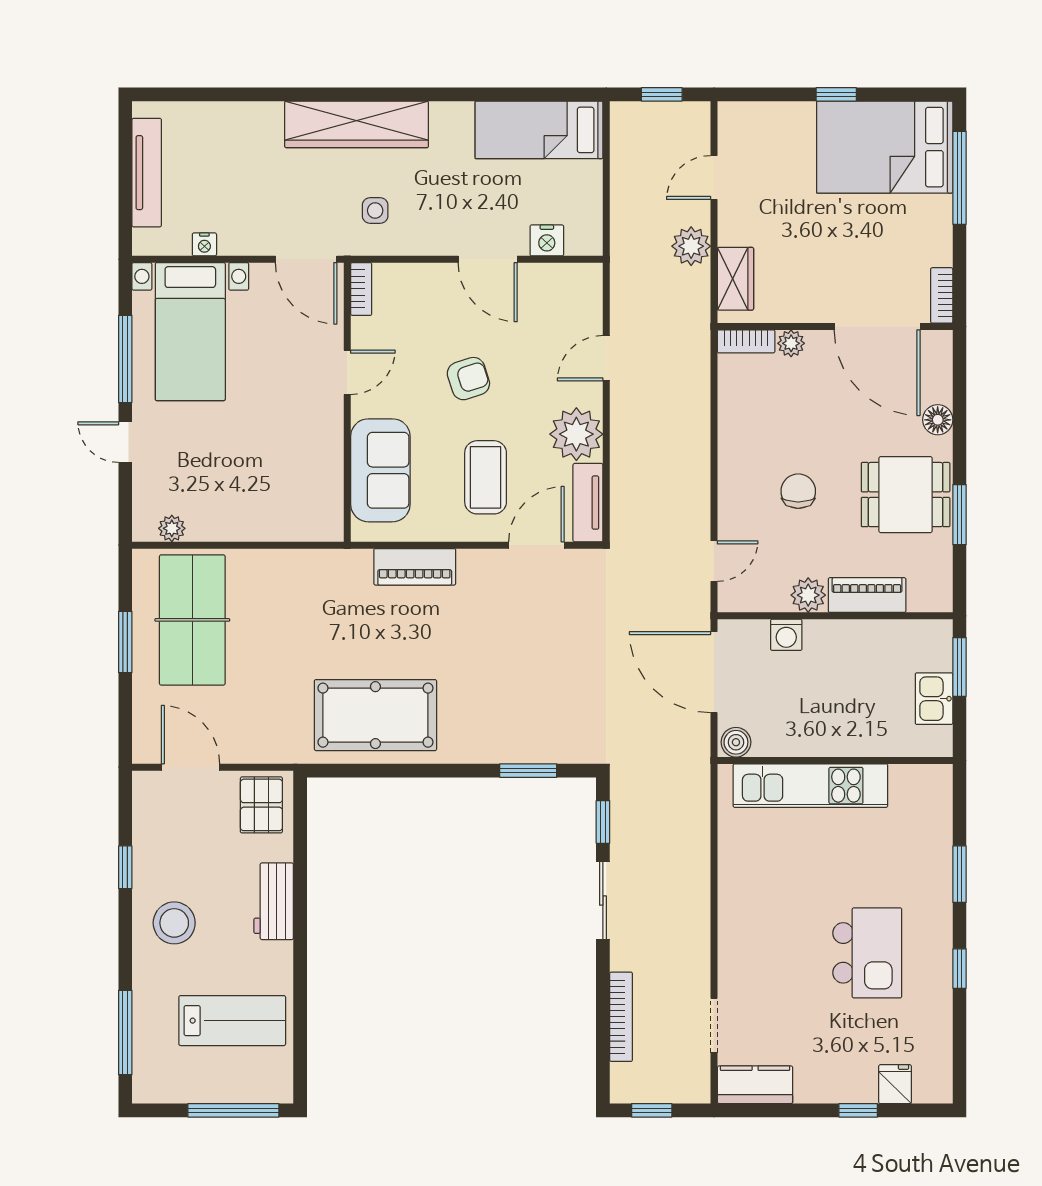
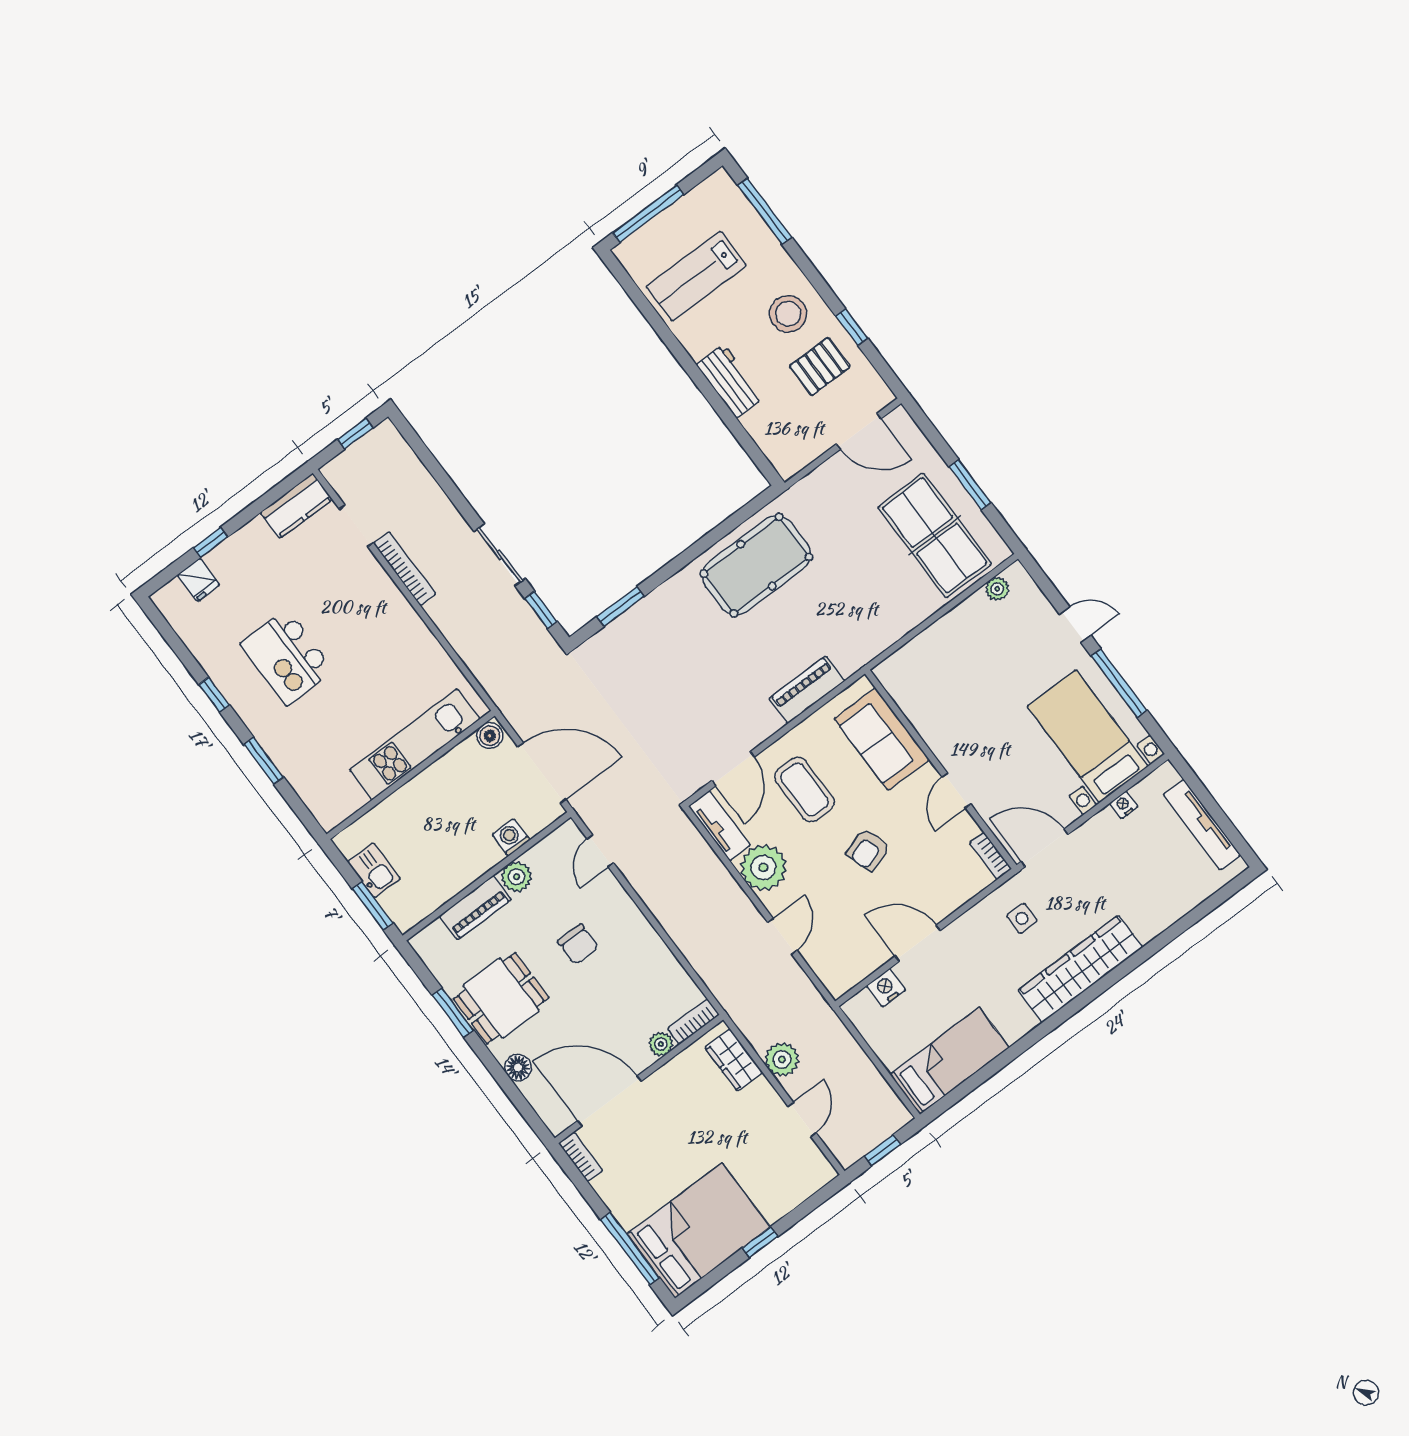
pallet: (261, 805) -> (820, 367), moved, turned 90
bookcase: (621, 1017) -> (405, 569), moved, turned 180

